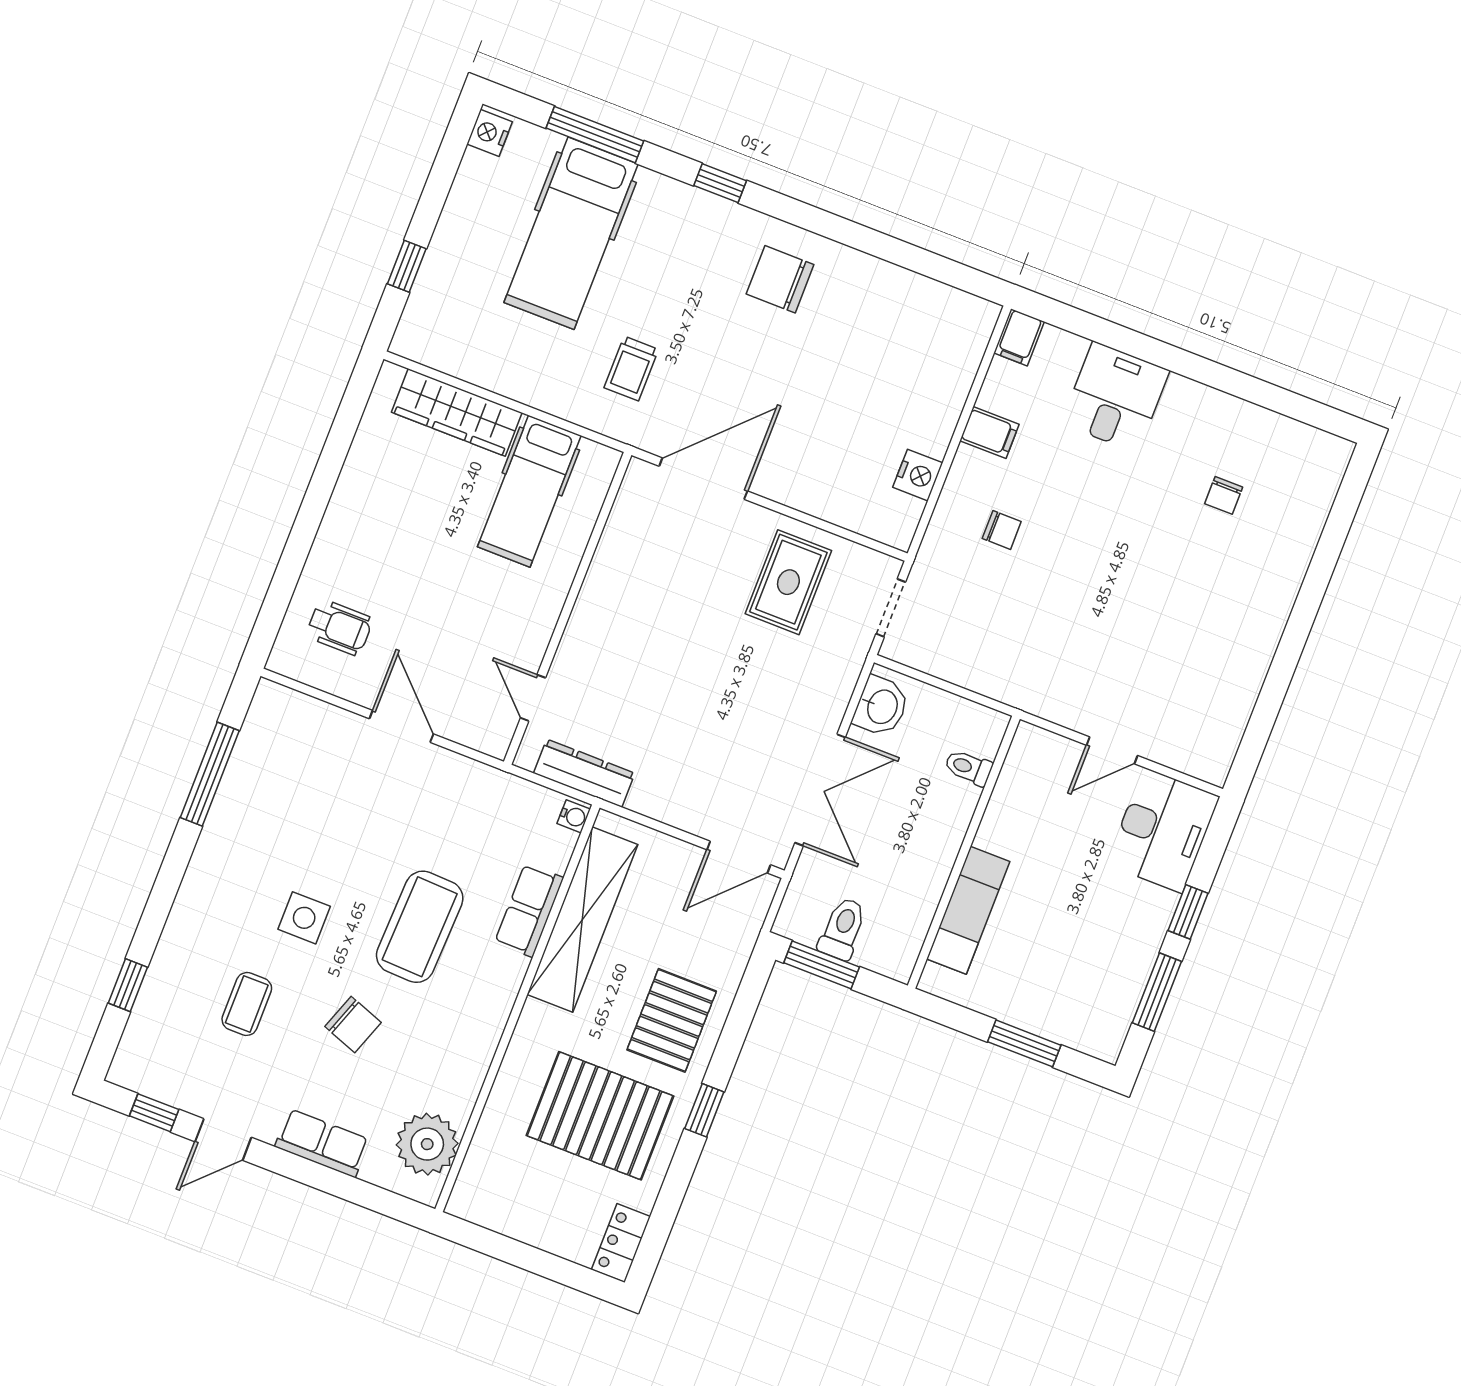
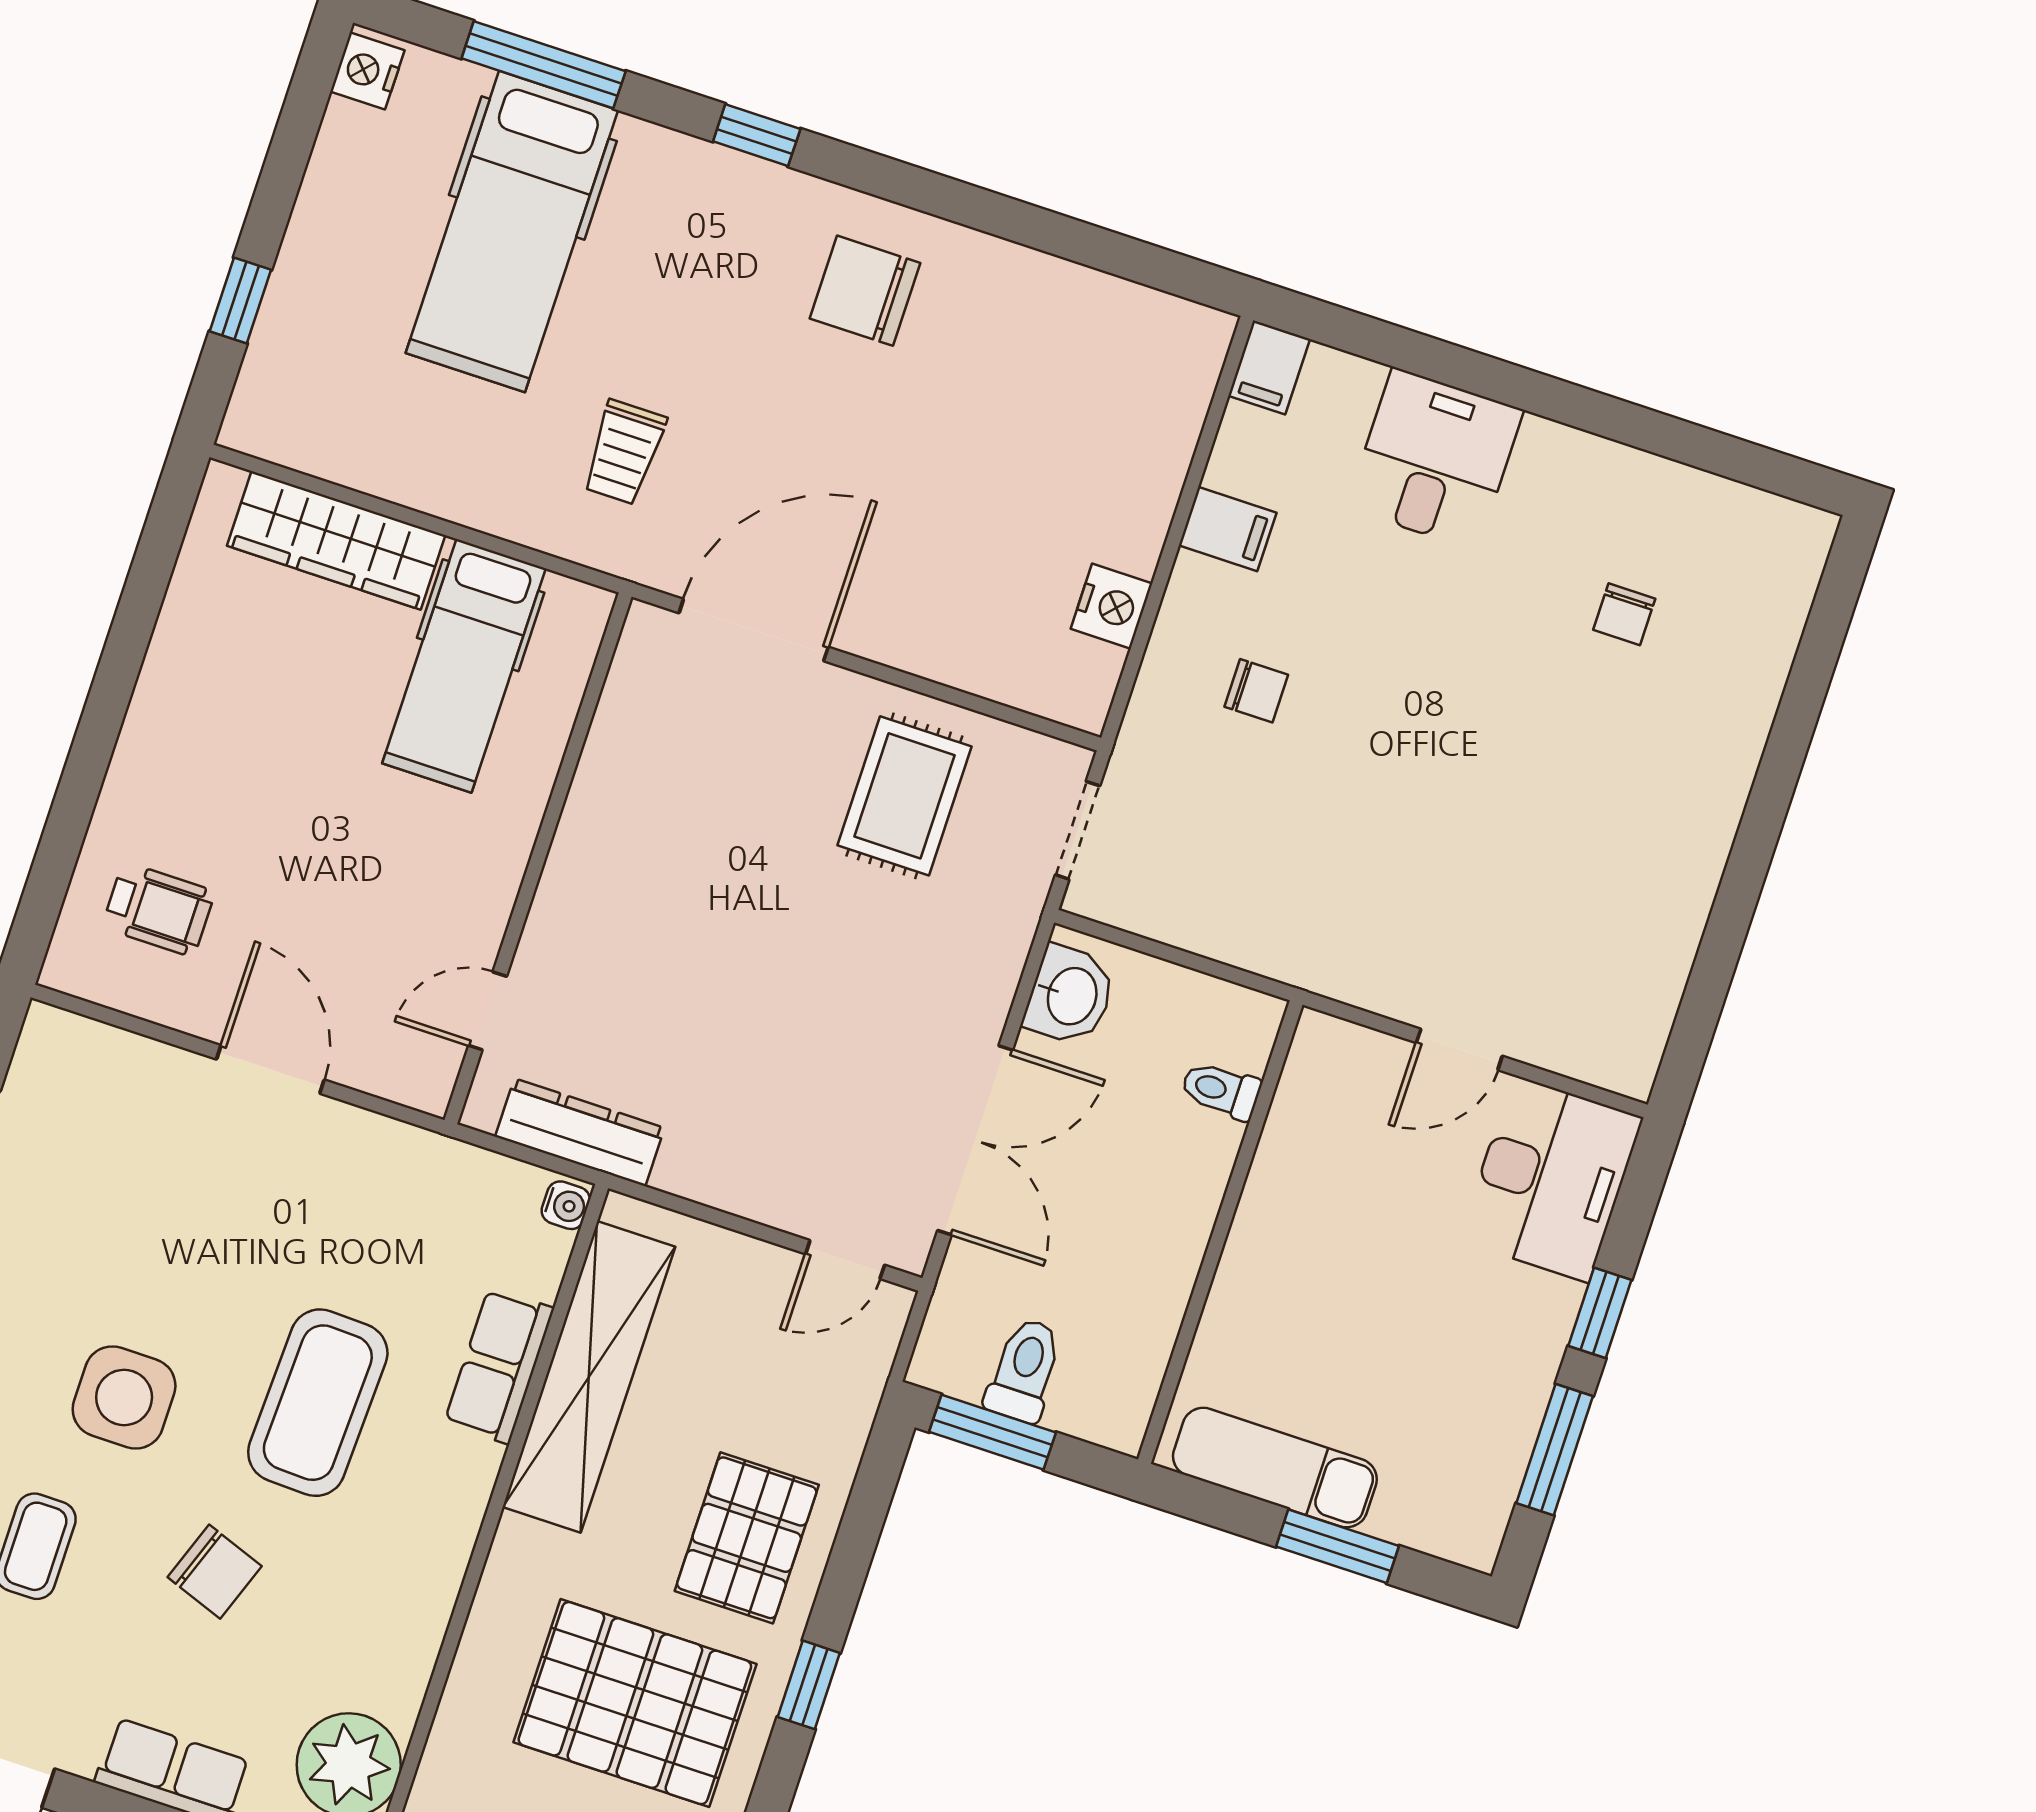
door: (533, 698) -> (488, 1011), hinge flipped
door: (739, 857) -> (845, 1259), width x0.73
exam couch: (968, 910) -> (1275, 1468), moved, turned -90
side table: (304, 918) -> (124, 1397), width x1.37, depth x1.37

